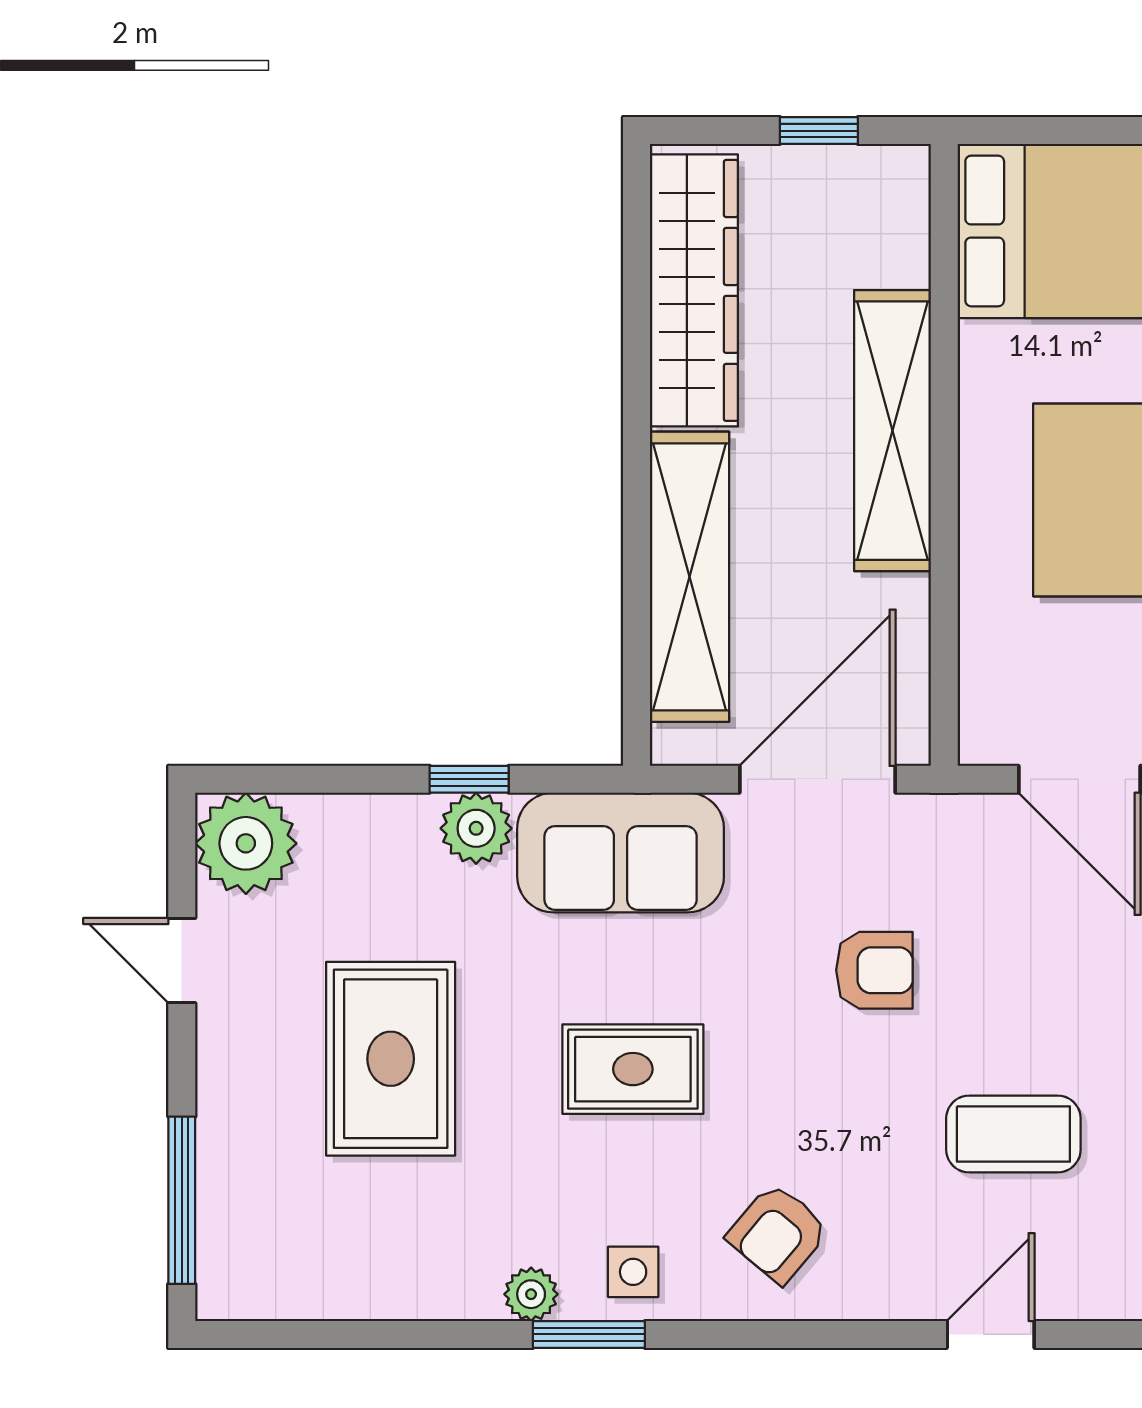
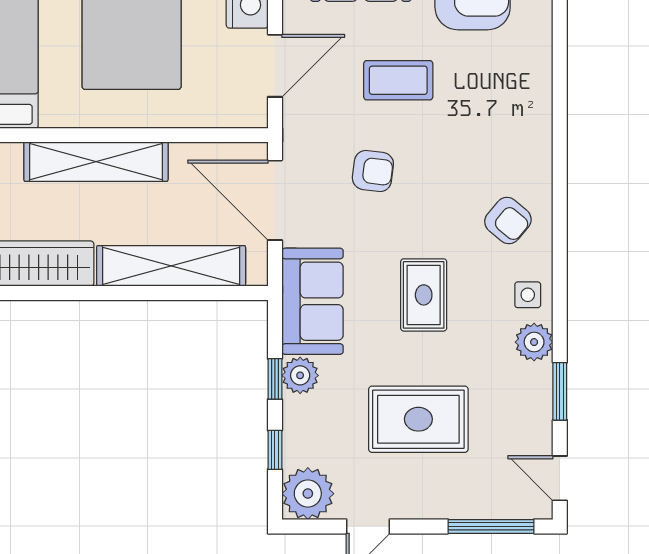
window: (331, 779) -> (275, 450), added
armchair: (874, 970) -> (373, 171), turned 97
coffee table: (1013, 1134) -> (398, 80), moved, turned 90
plant: (531, 1294) -> (534, 342), width x1.38, depth x1.38
window: (589, 1334) -> (560, 391), moved
door: (991, 1334) -> (560, 478), moved

